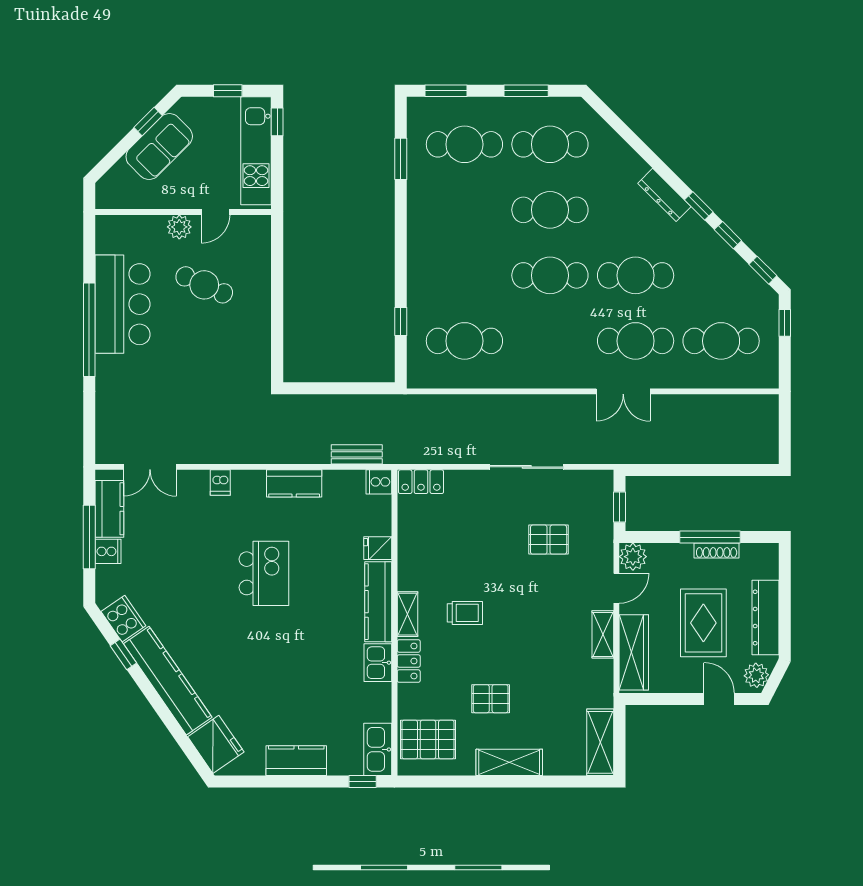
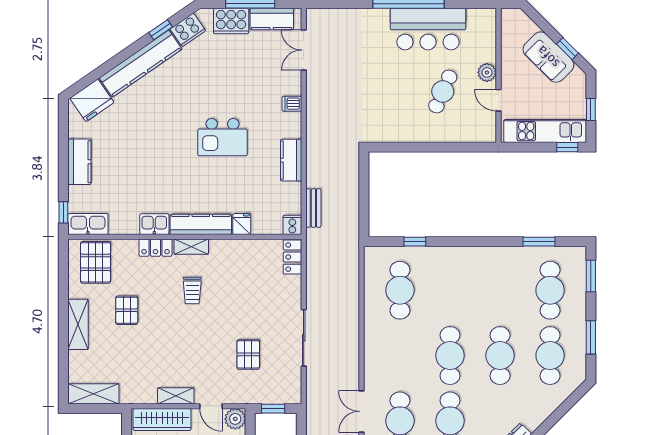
cooker: (108, 551) -> (231, 21), width x1.87, depth x1.31

